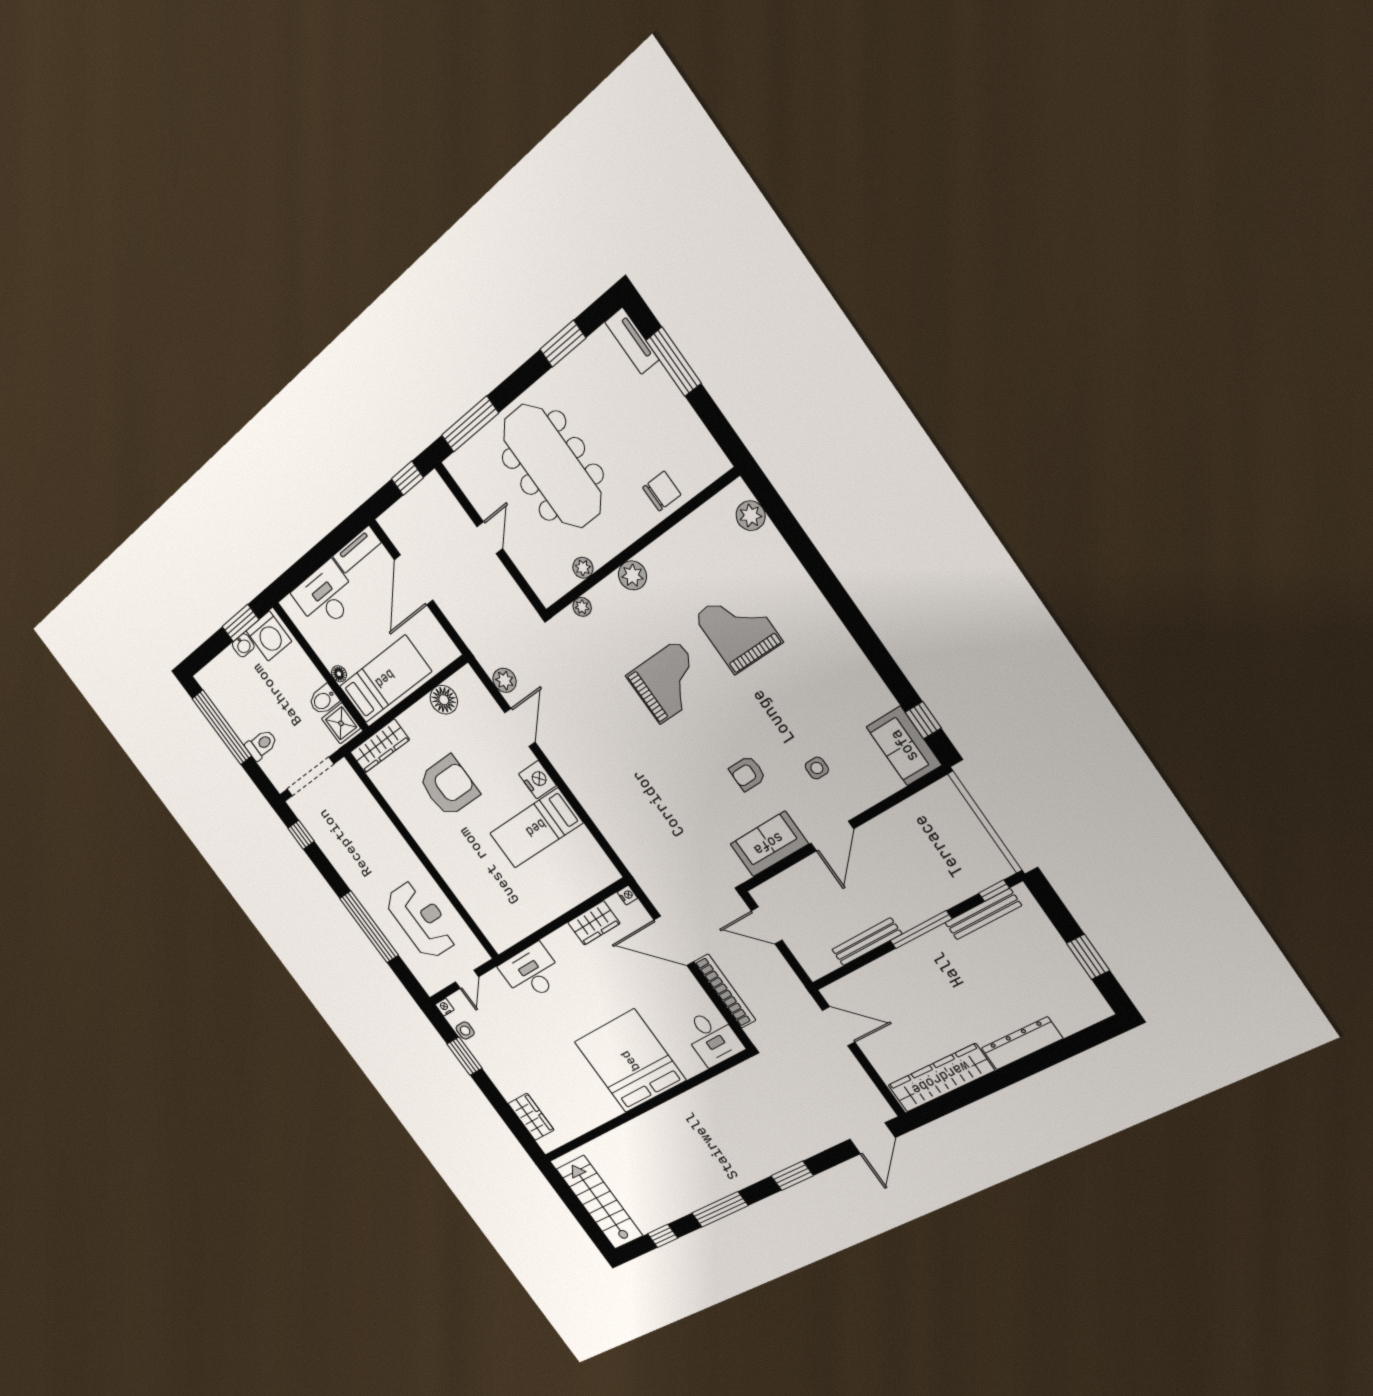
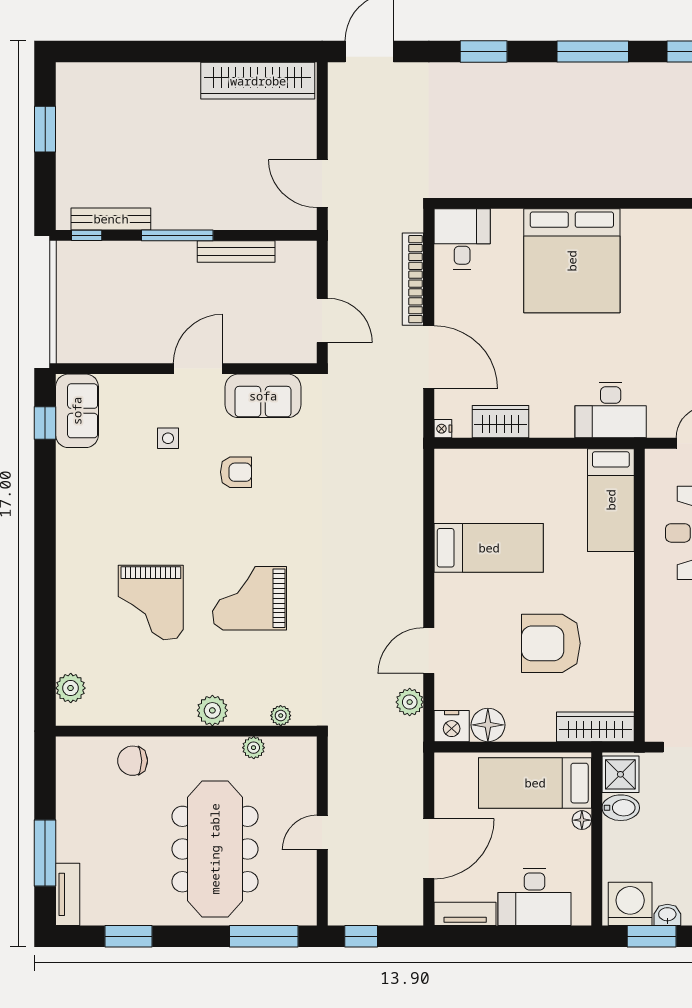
nightstand: (538, 780) -> (452, 726), moved, turned -90
bed: (486, 911) -> (611, 500), added
dresser: (1022, 1043) -> (158, 77), removed

